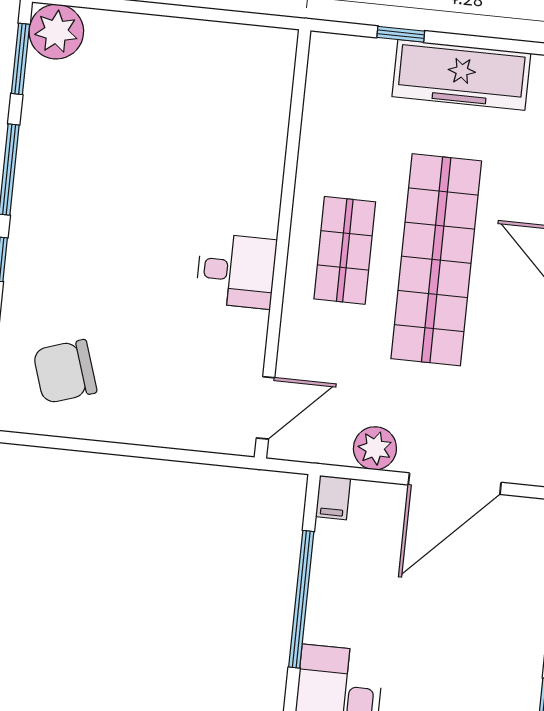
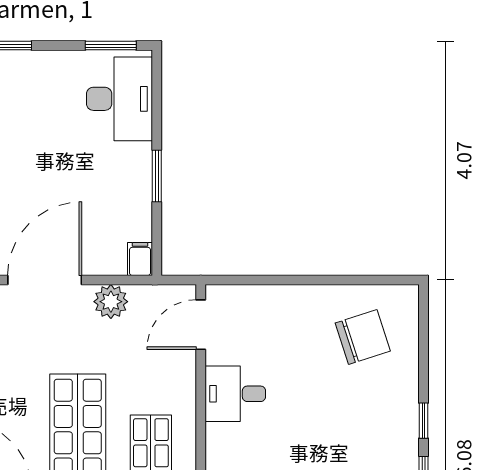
desk: (236, 271) -> (235, 394), moved
window: (301, 599) -> (157, 176), width x0.47

